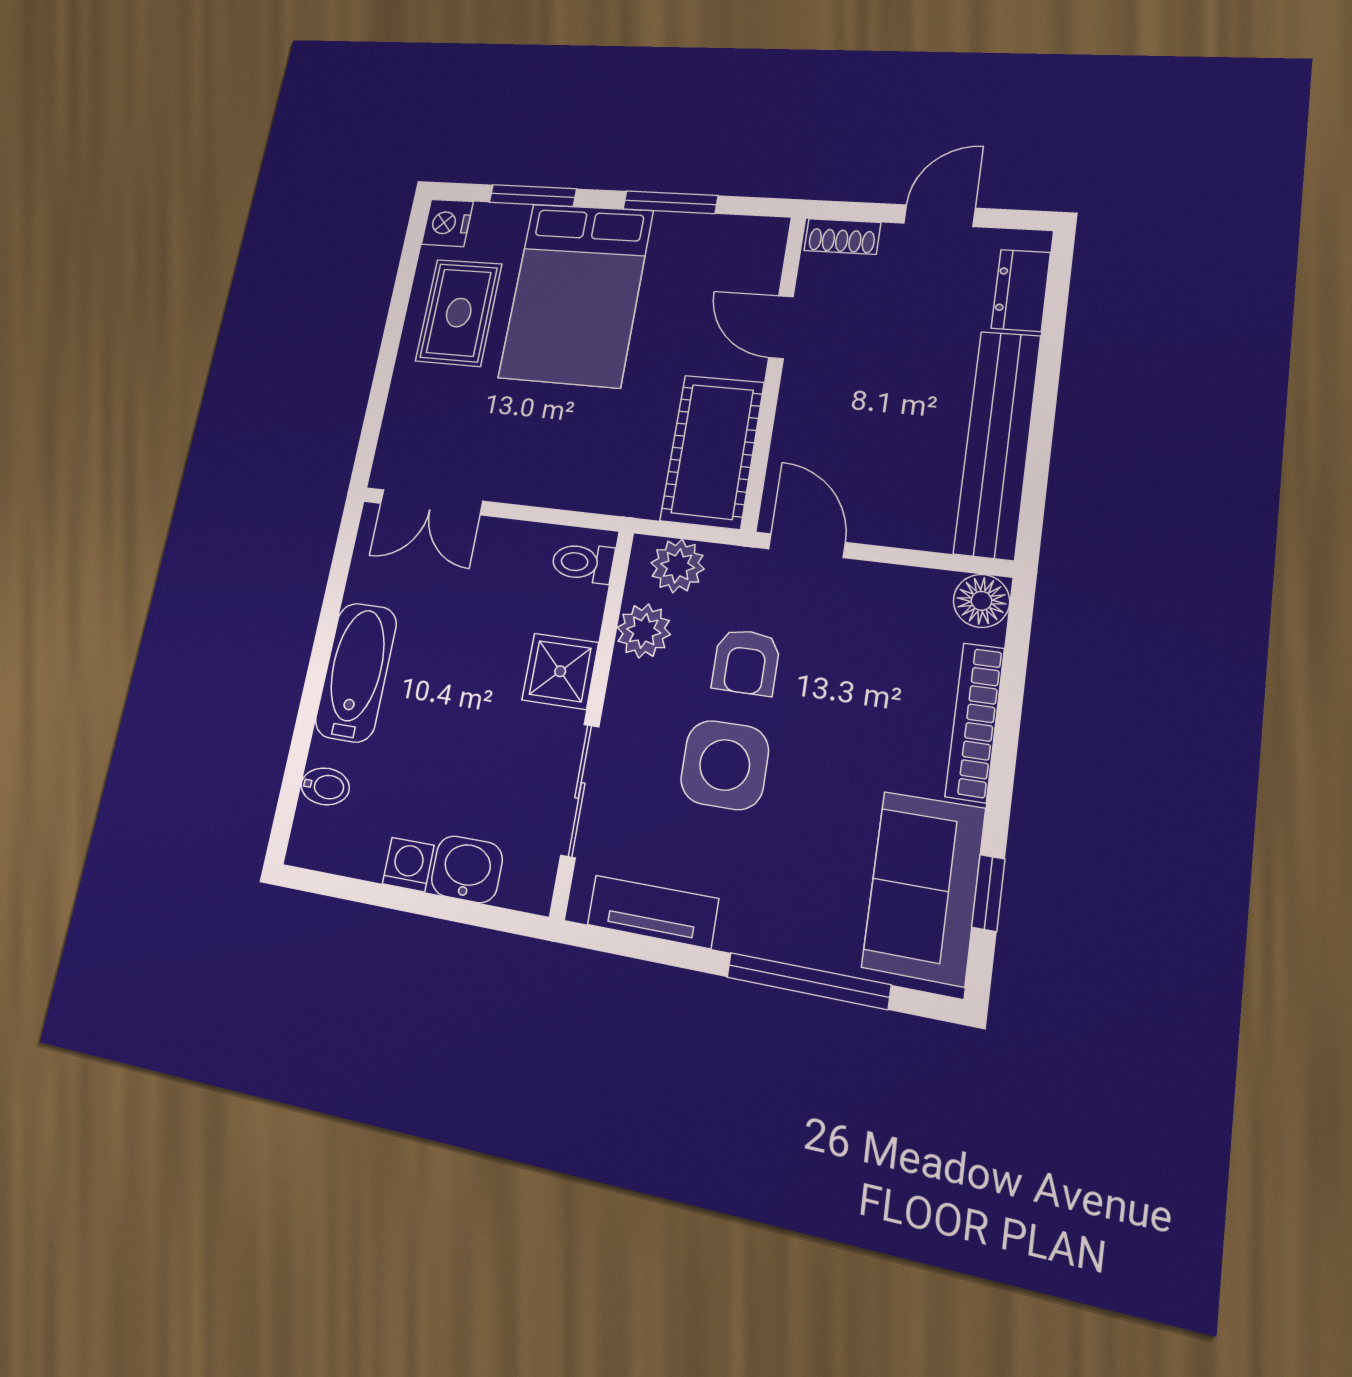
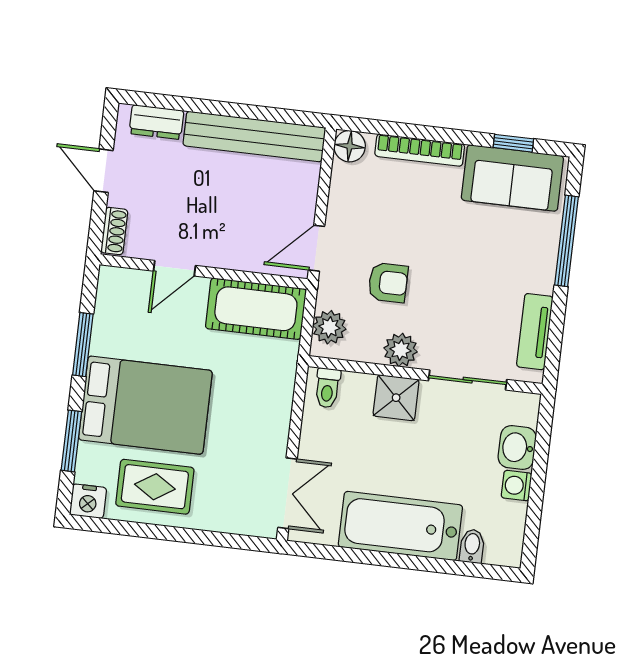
plant: (644, 631) -> (401, 350), moved
bathtub: (356, 672) -> (400, 526), width x1.36, depth x1.36
side table: (725, 765) -> (449, 293), removed

